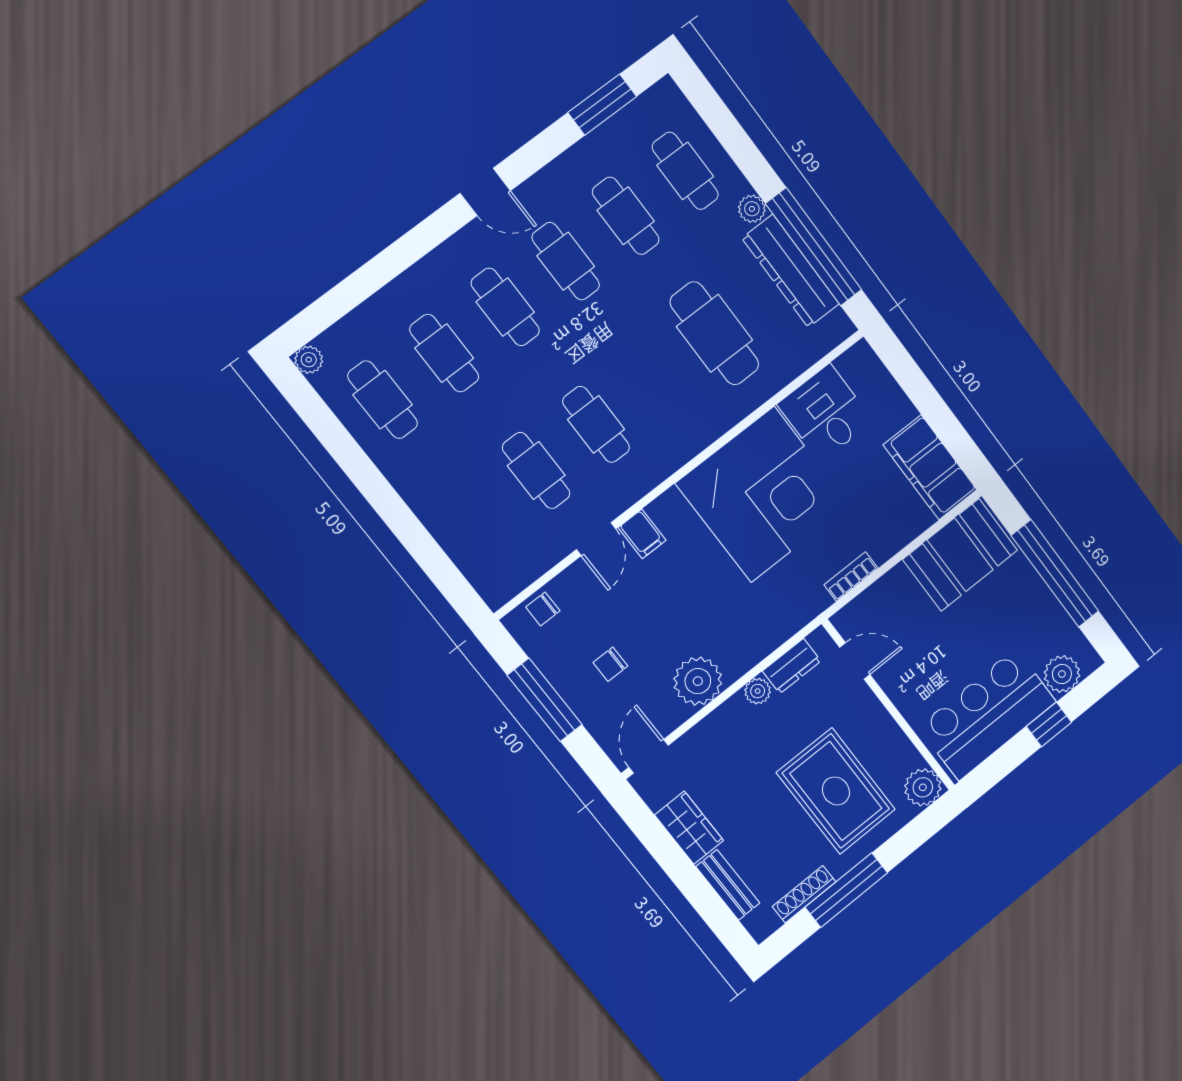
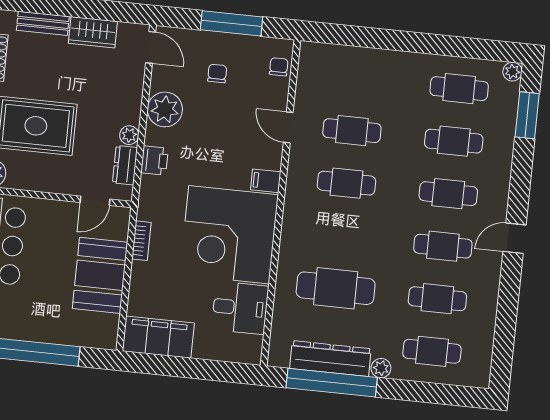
window: (602, 105) -> (527, 115), moved
filing cabinet: (642, 534) -> (266, 181), moved
booth: (960, 555) -> (100, 275), moved
printer: (759, 641) -> (154, 160), added

